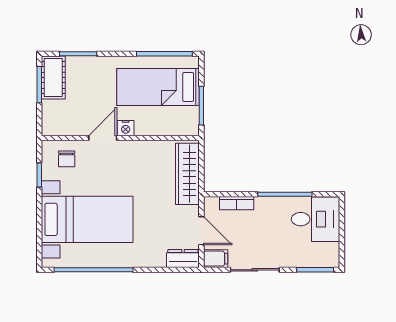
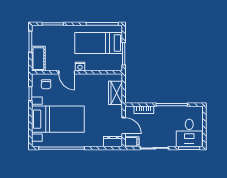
cot: (53, 78) -> (38, 59), moved
door: (103, 138) -> (67, 72), swing flipped
wardrobe: (187, 174) -> (116, 93), width x0.67
desk: (316, 219) -> (189, 133), moved, turned 90

